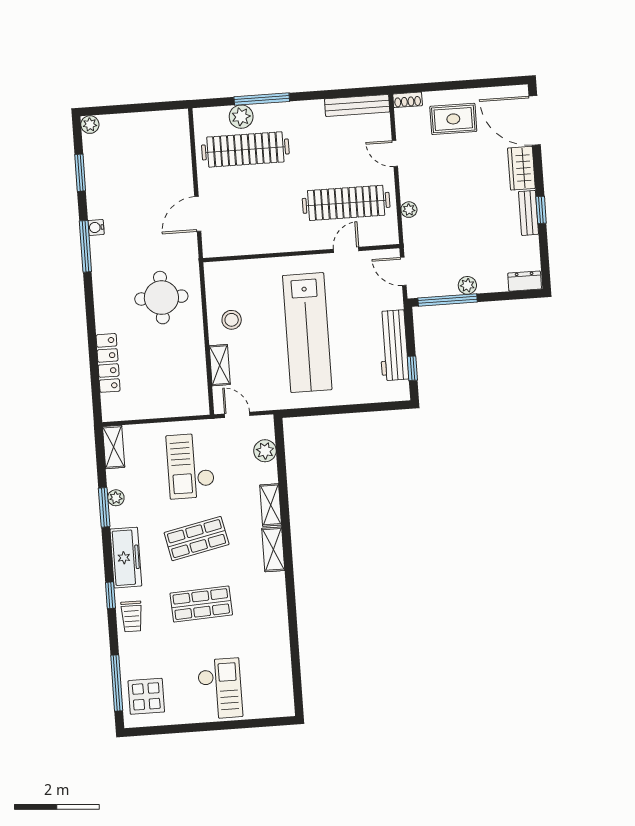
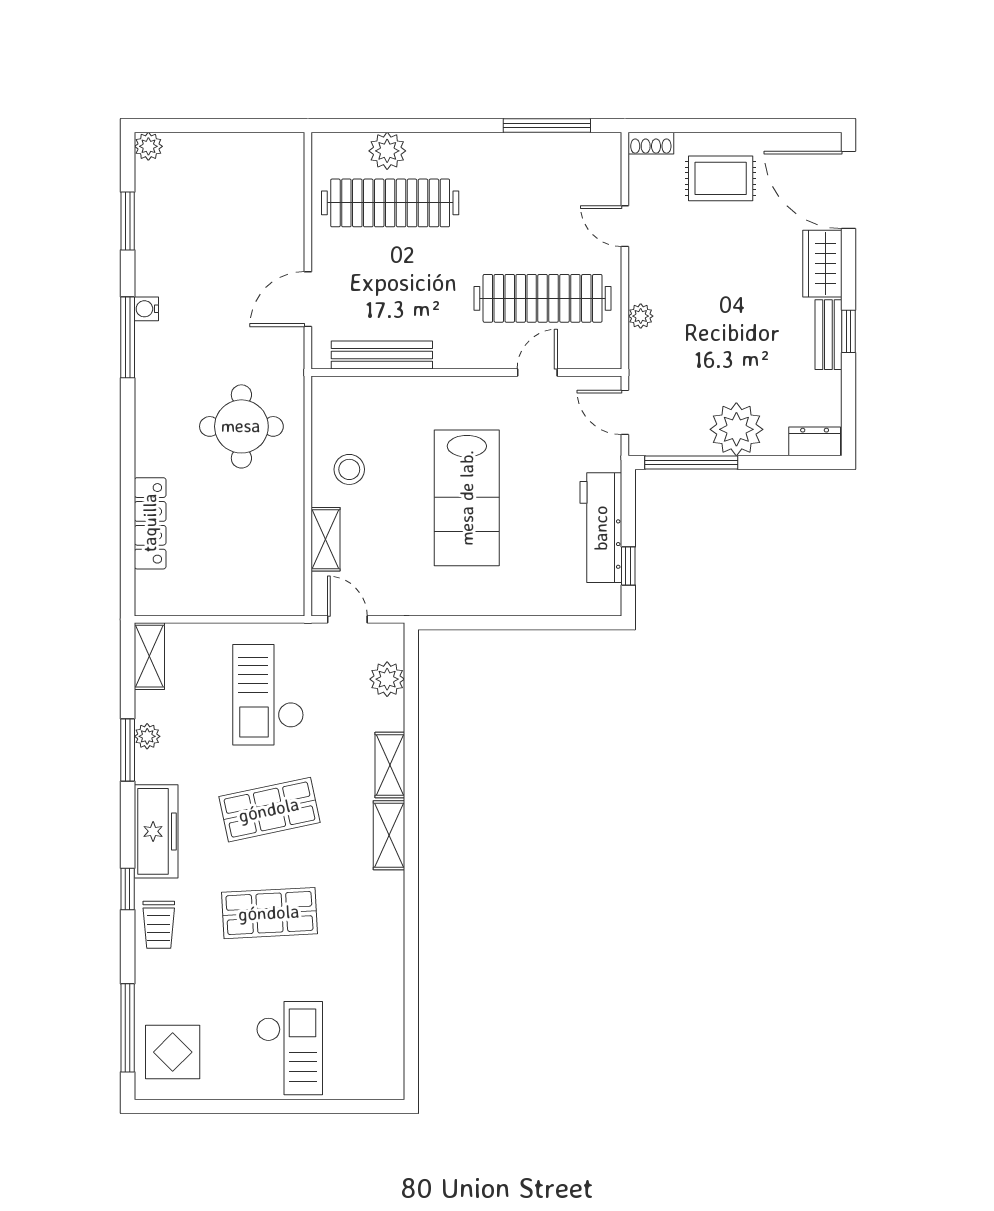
window: (262, 99) -> (547, 126), moved
bench: (357, 105) -> (382, 355), moved
plant: (467, 285) -> (736, 429), width x1.87, depth x1.87
lab bench: (307, 333) -> (467, 498), width x0.73

